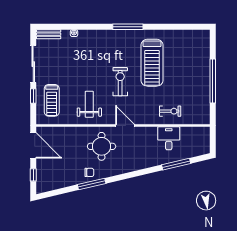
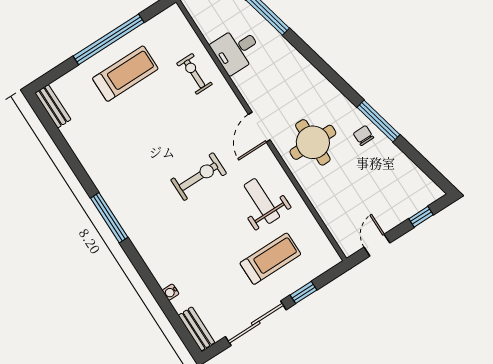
bench: (198, 34) -> (53, 106), added
treadmill: (152, 63) -> (125, 74), moved, width x0.73, depth x0.73
exercise bike: (120, 82) -> (199, 177), turned 180
treadmill: (52, 100) -> (270, 259), moved
weight bench: (89, 104) -> (262, 201), turned 90
door: (33, 145) -> (377, 245), width x0.53

